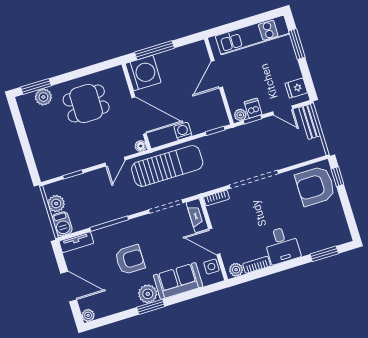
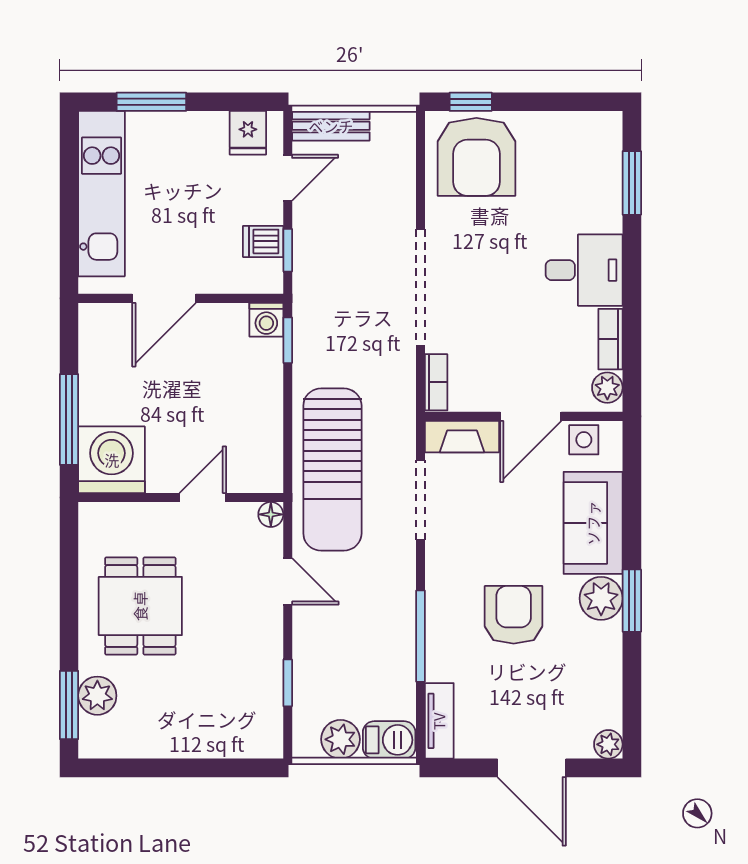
door: (217, 74) -> (164, 298), hinge flipped
plant: (240, 115) -> (269, 274), removed
door: (139, 116) -> (203, 497), width x0.53
washing machine: (183, 131) -> (266, 320), moved, turned -90
sun lounger: (167, 166) -> (332, 470), turned 180
door: (69, 286) -> (532, 768), swing flipped

